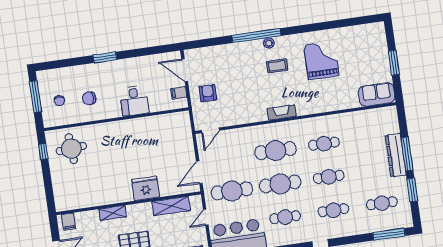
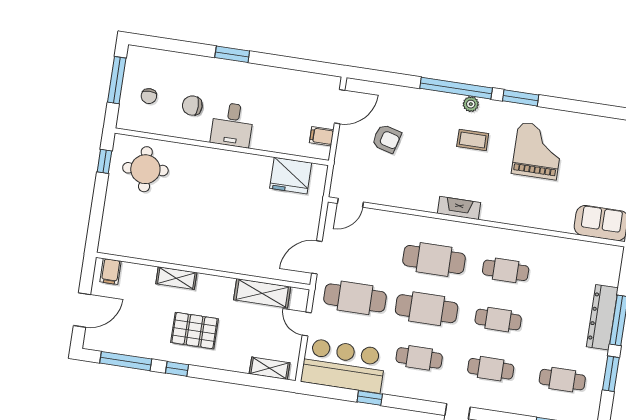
window: (300, 29) -> (521, 98), added
door: (185, 70) -> (340, 107), swing flipped
armchair: (208, 93) -> (387, 139), moved, turned 105
desk: (134, 101) -> (232, 125), moved
fridge: (146, 188) -> (291, 176), moved, turned 180
door: (206, 217) -> (307, 324), hinge flipped

